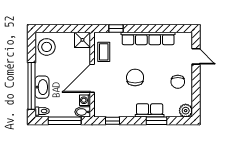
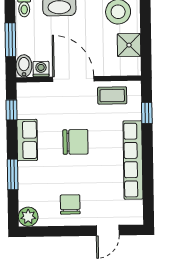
shower: (82, 40) -> (129, 45), moved
chair: (178, 82) -> (70, 204), turned 90
row of seats: (150, 110) -> (27, 140), moved
window: (65, 121) -> (10, 40), width x0.69

